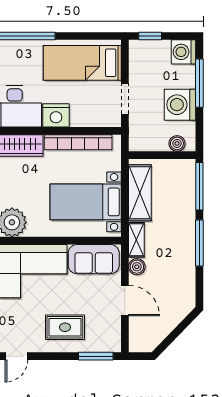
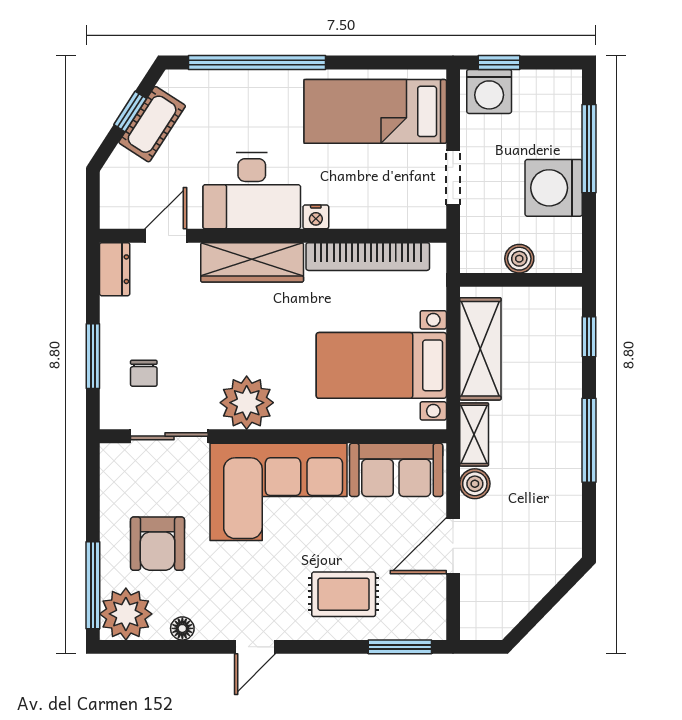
washing machine: (183, 52) -> (489, 91), moved, turned -90
nightstand: (56, 115) -> (316, 217), width x0.53, depth x0.56
boiler: (177, 143) -> (519, 259), moved
window: (199, 186) -> (589, 337), width x0.46
door: (125, 301) -> (453, 546), swing flipped

